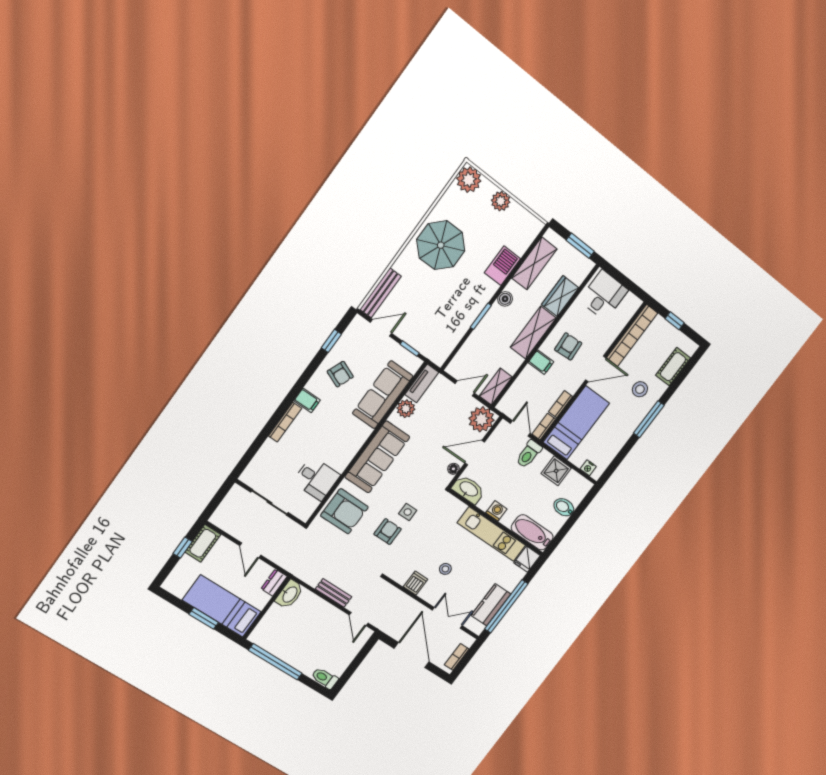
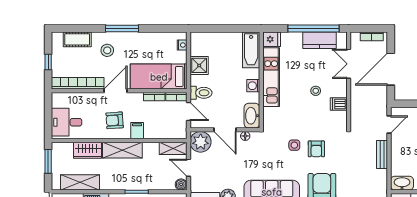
boiler: (505, 299) -> (181, 184), moved
door: (596, 369) -> (115, 91), hinge flipped
door: (520, 428) -> (188, 111), swing flipped
bidet: (564, 507) -> (220, 41), removed
armchair: (388, 532) -> (316, 149), turned -90

